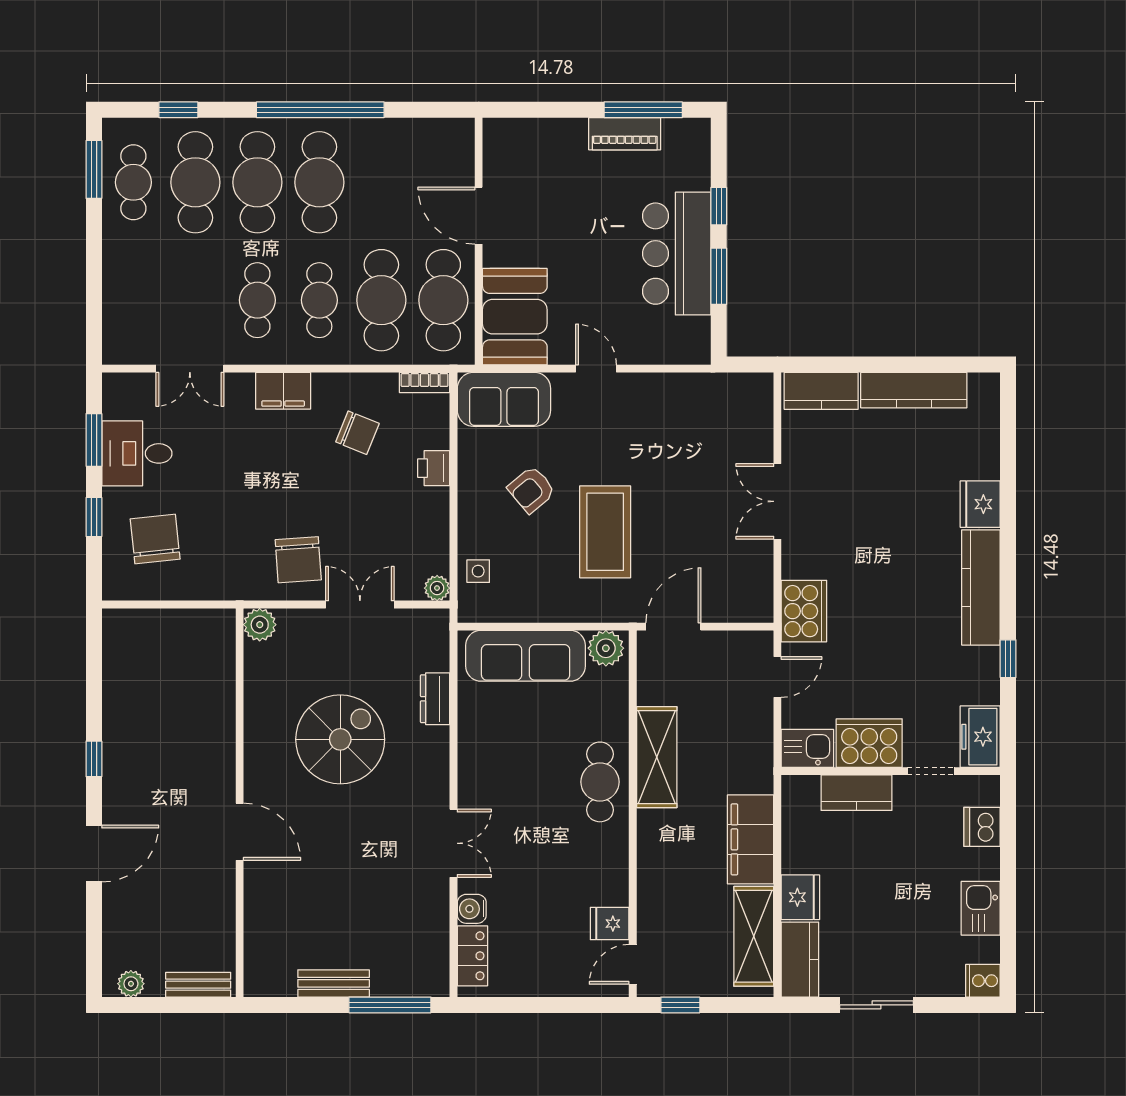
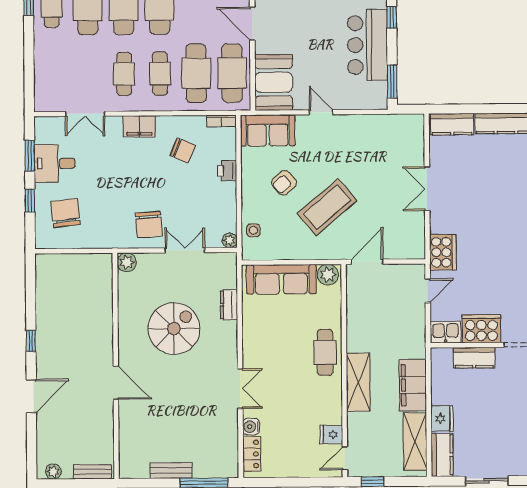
window: (719, 276) -> (392, 82), moved
coffee table: (605, 532) -> (327, 207), turned 50
shelving: (657, 757) -> (358, 382), moved

